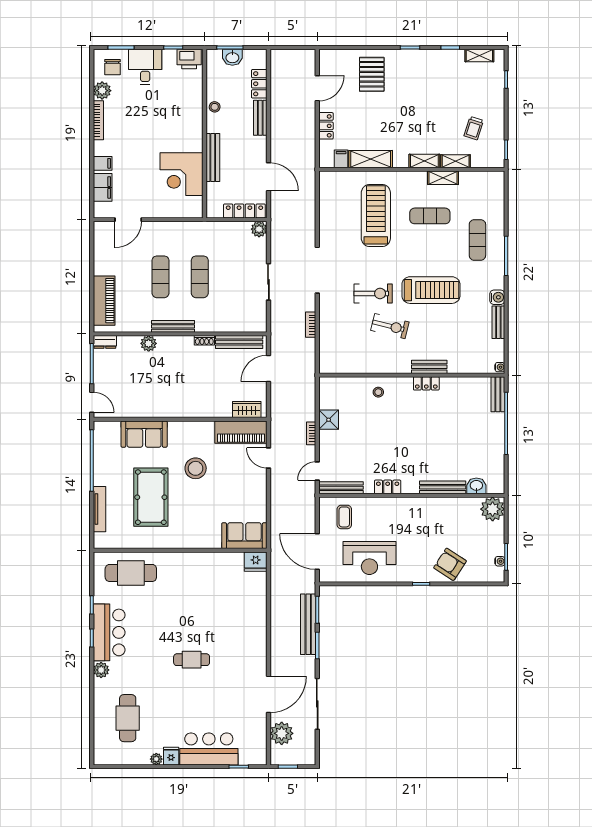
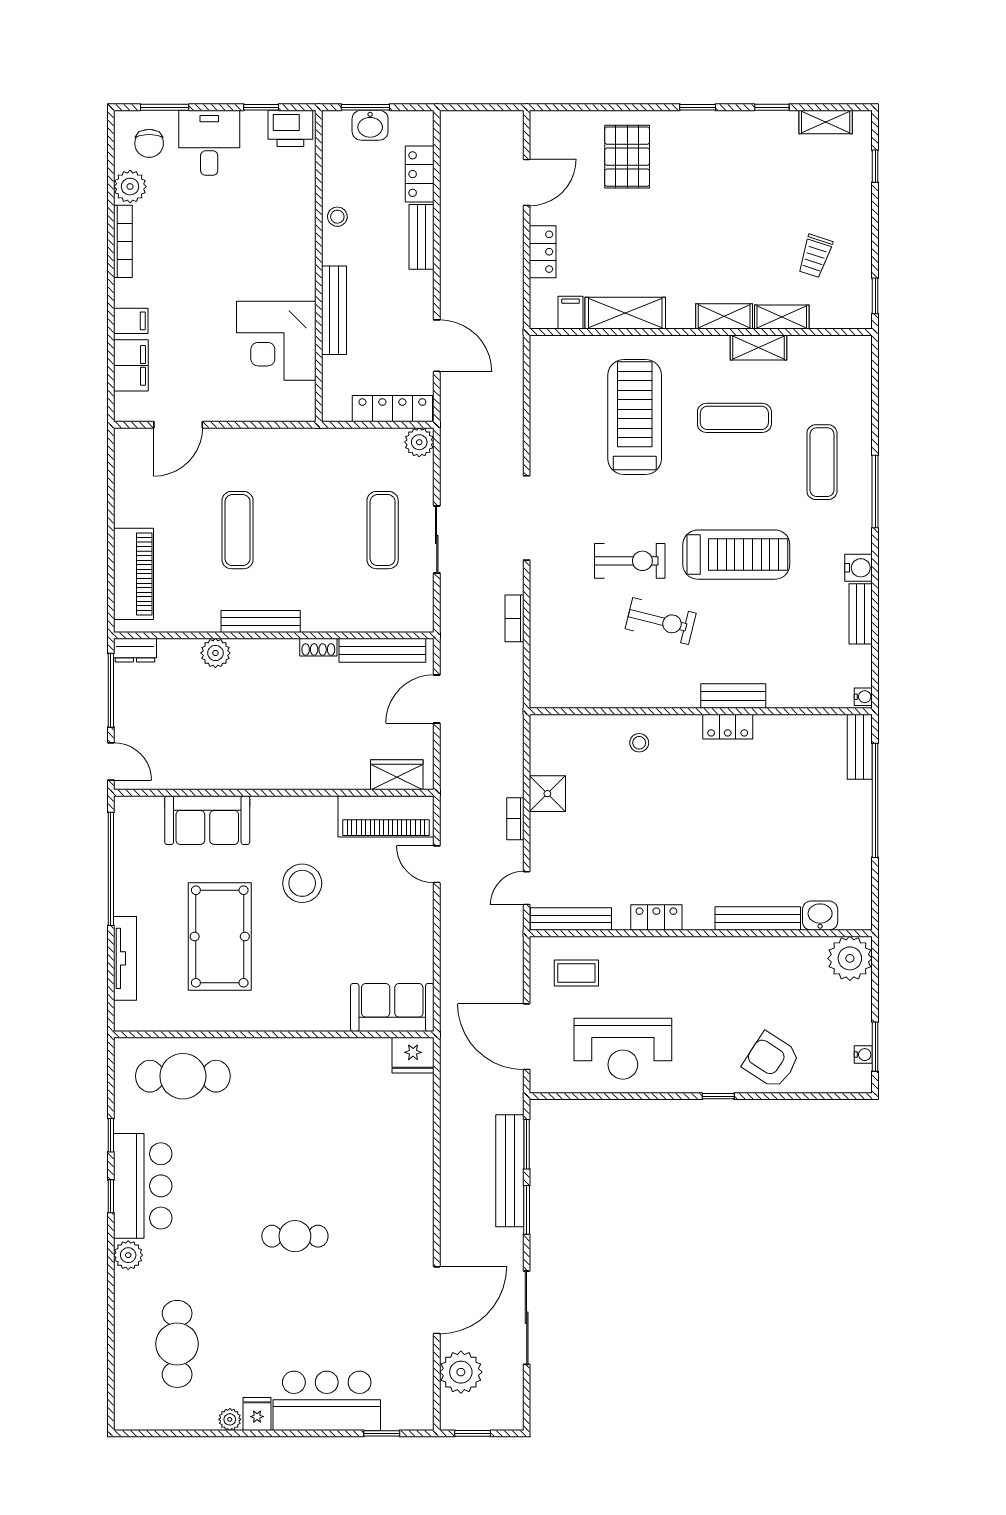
exercise mat: (200, 277) -> (383, 530), moved
coffee table: (344, 517) -> (576, 973), turned 90

